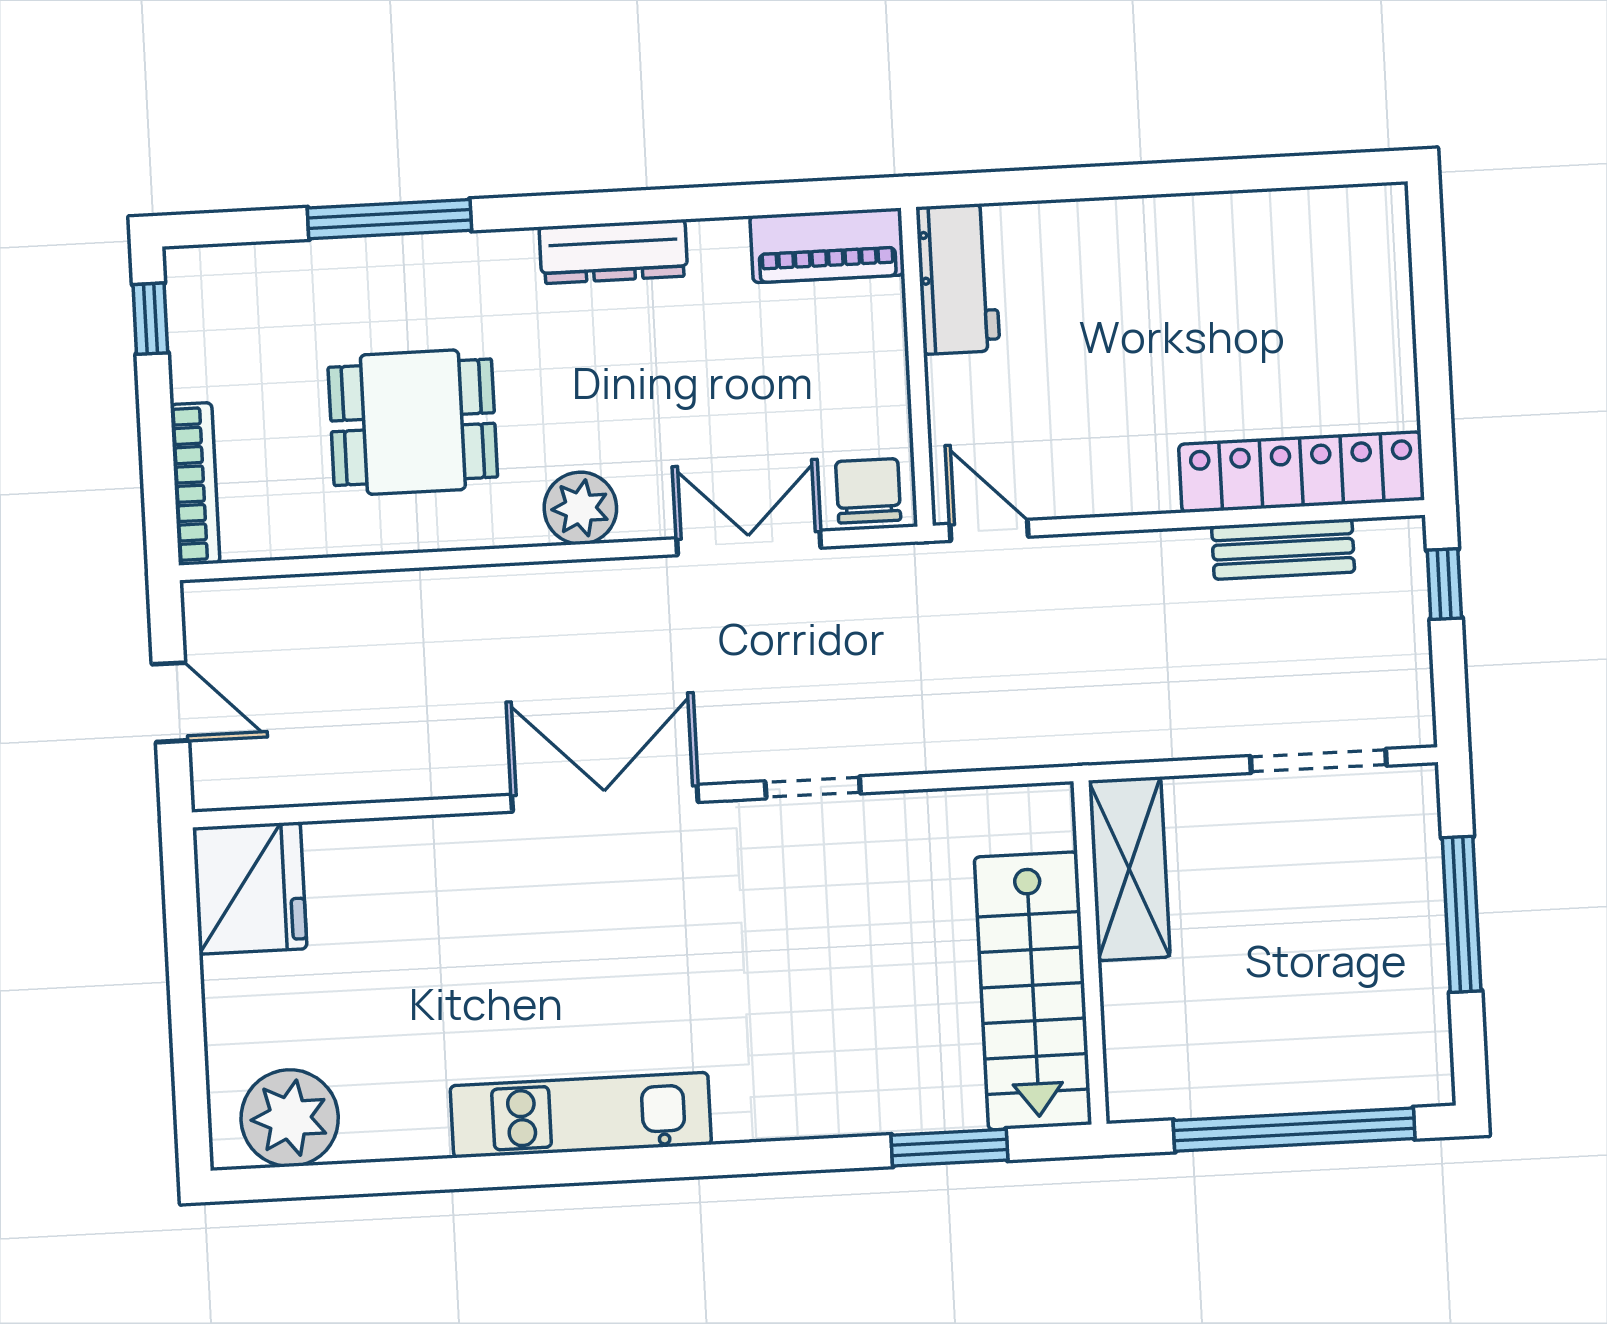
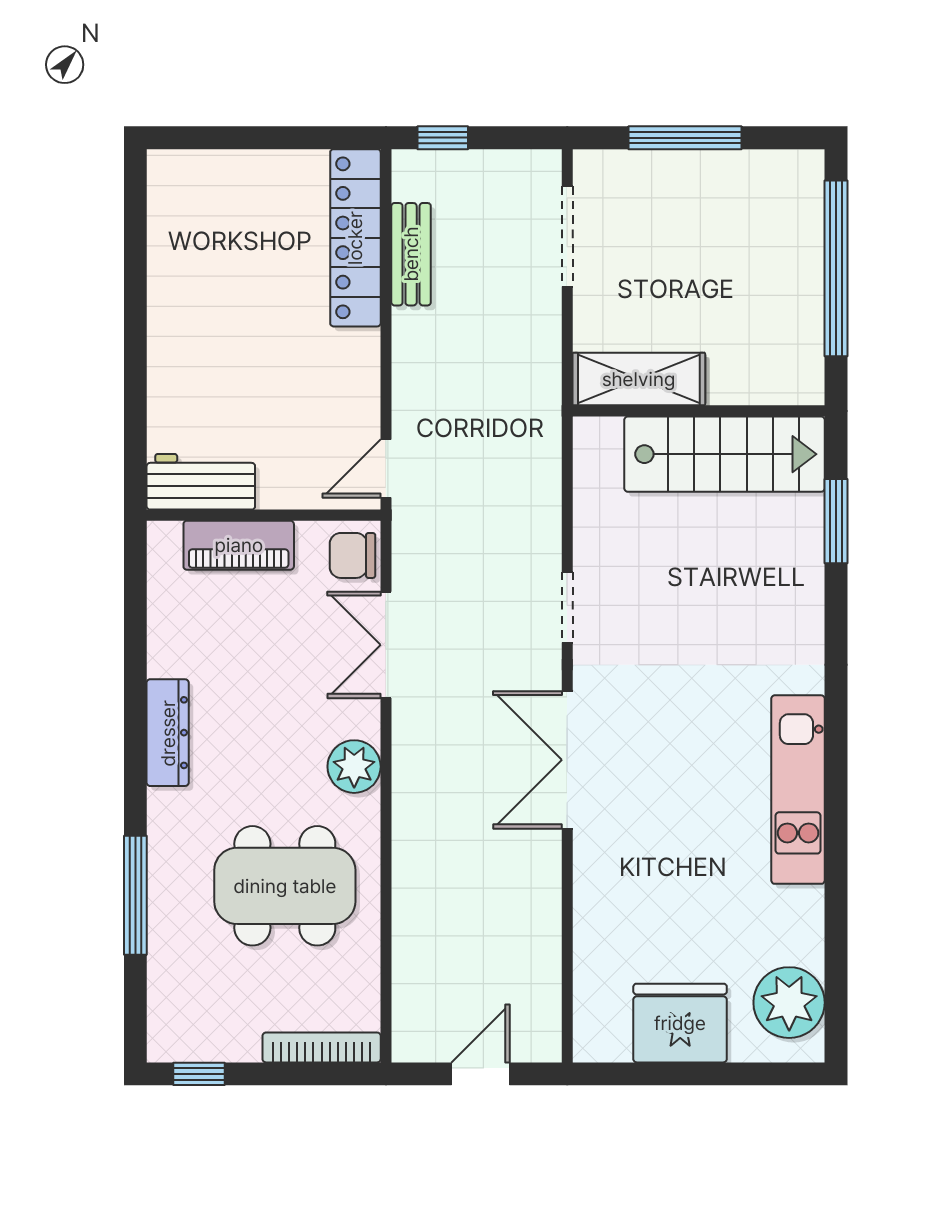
piano: (827, 245) -> (239, 545), moved, turned 90
dining table: (413, 422) -> (285, 886), width x1.38
fridge: (250, 888) -> (680, 1023), moved

